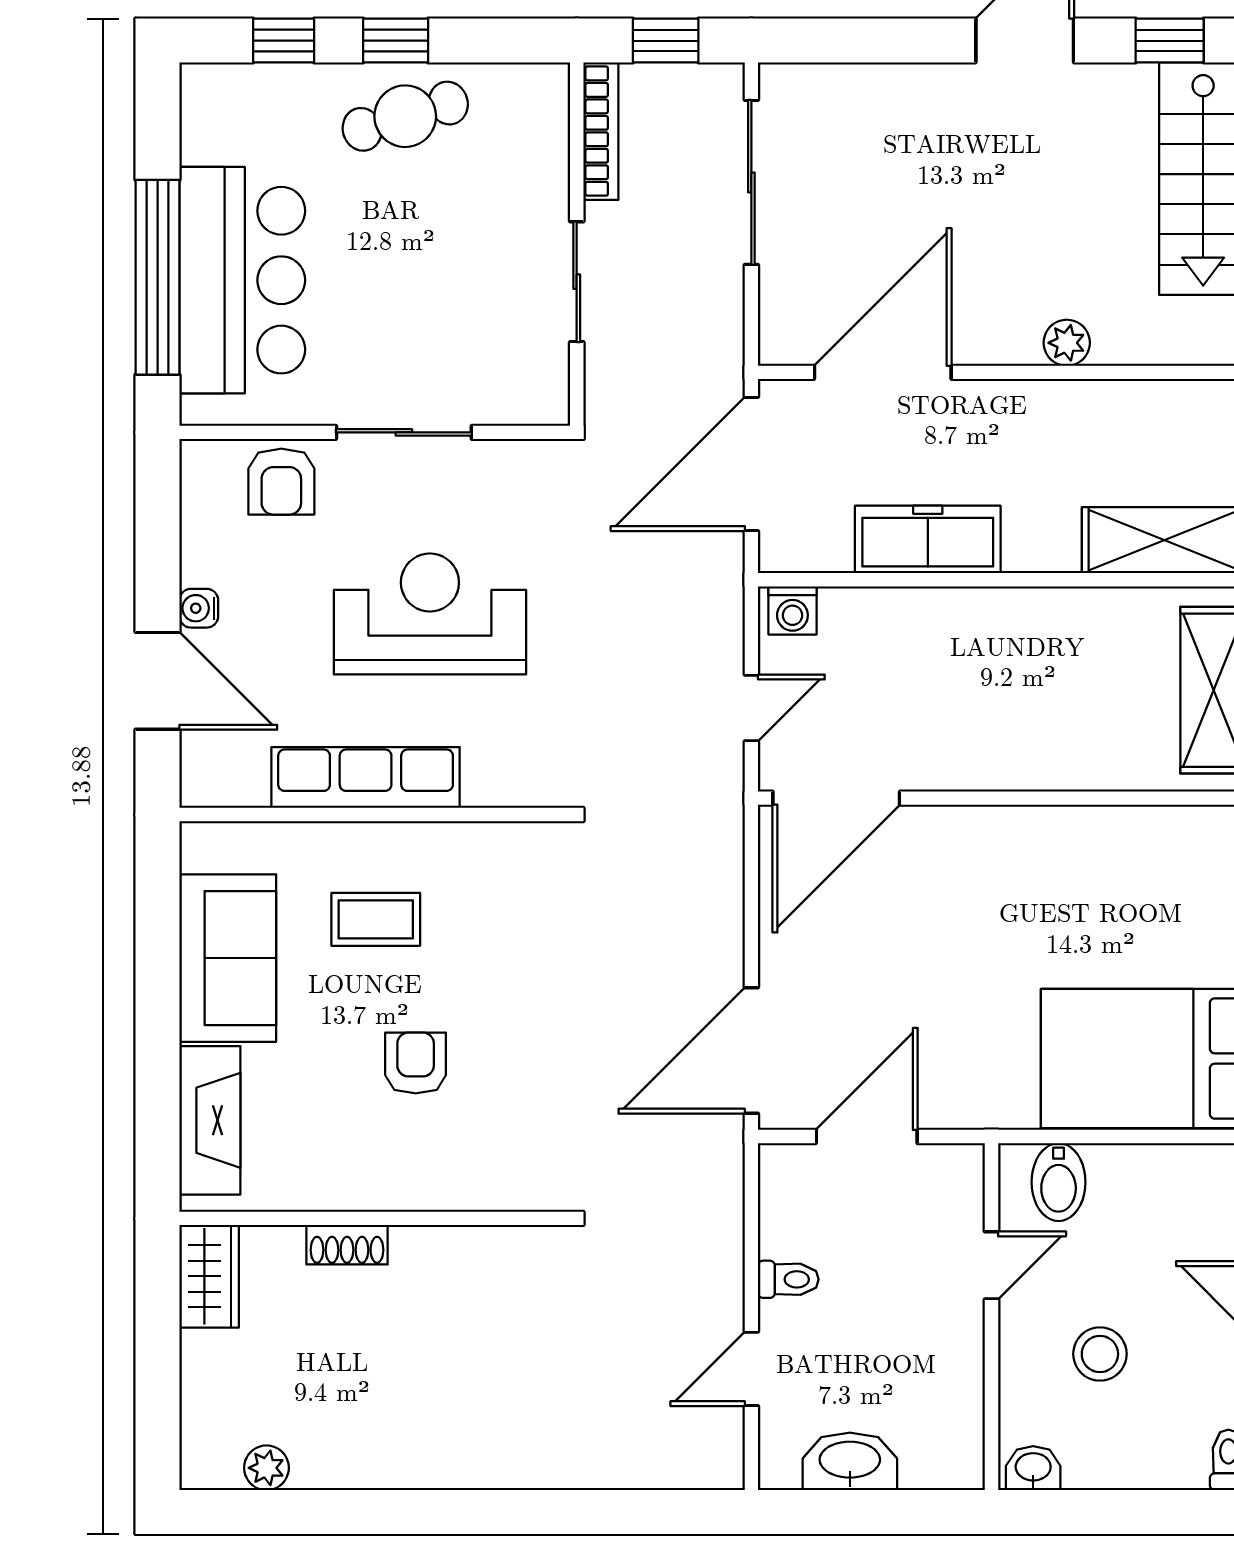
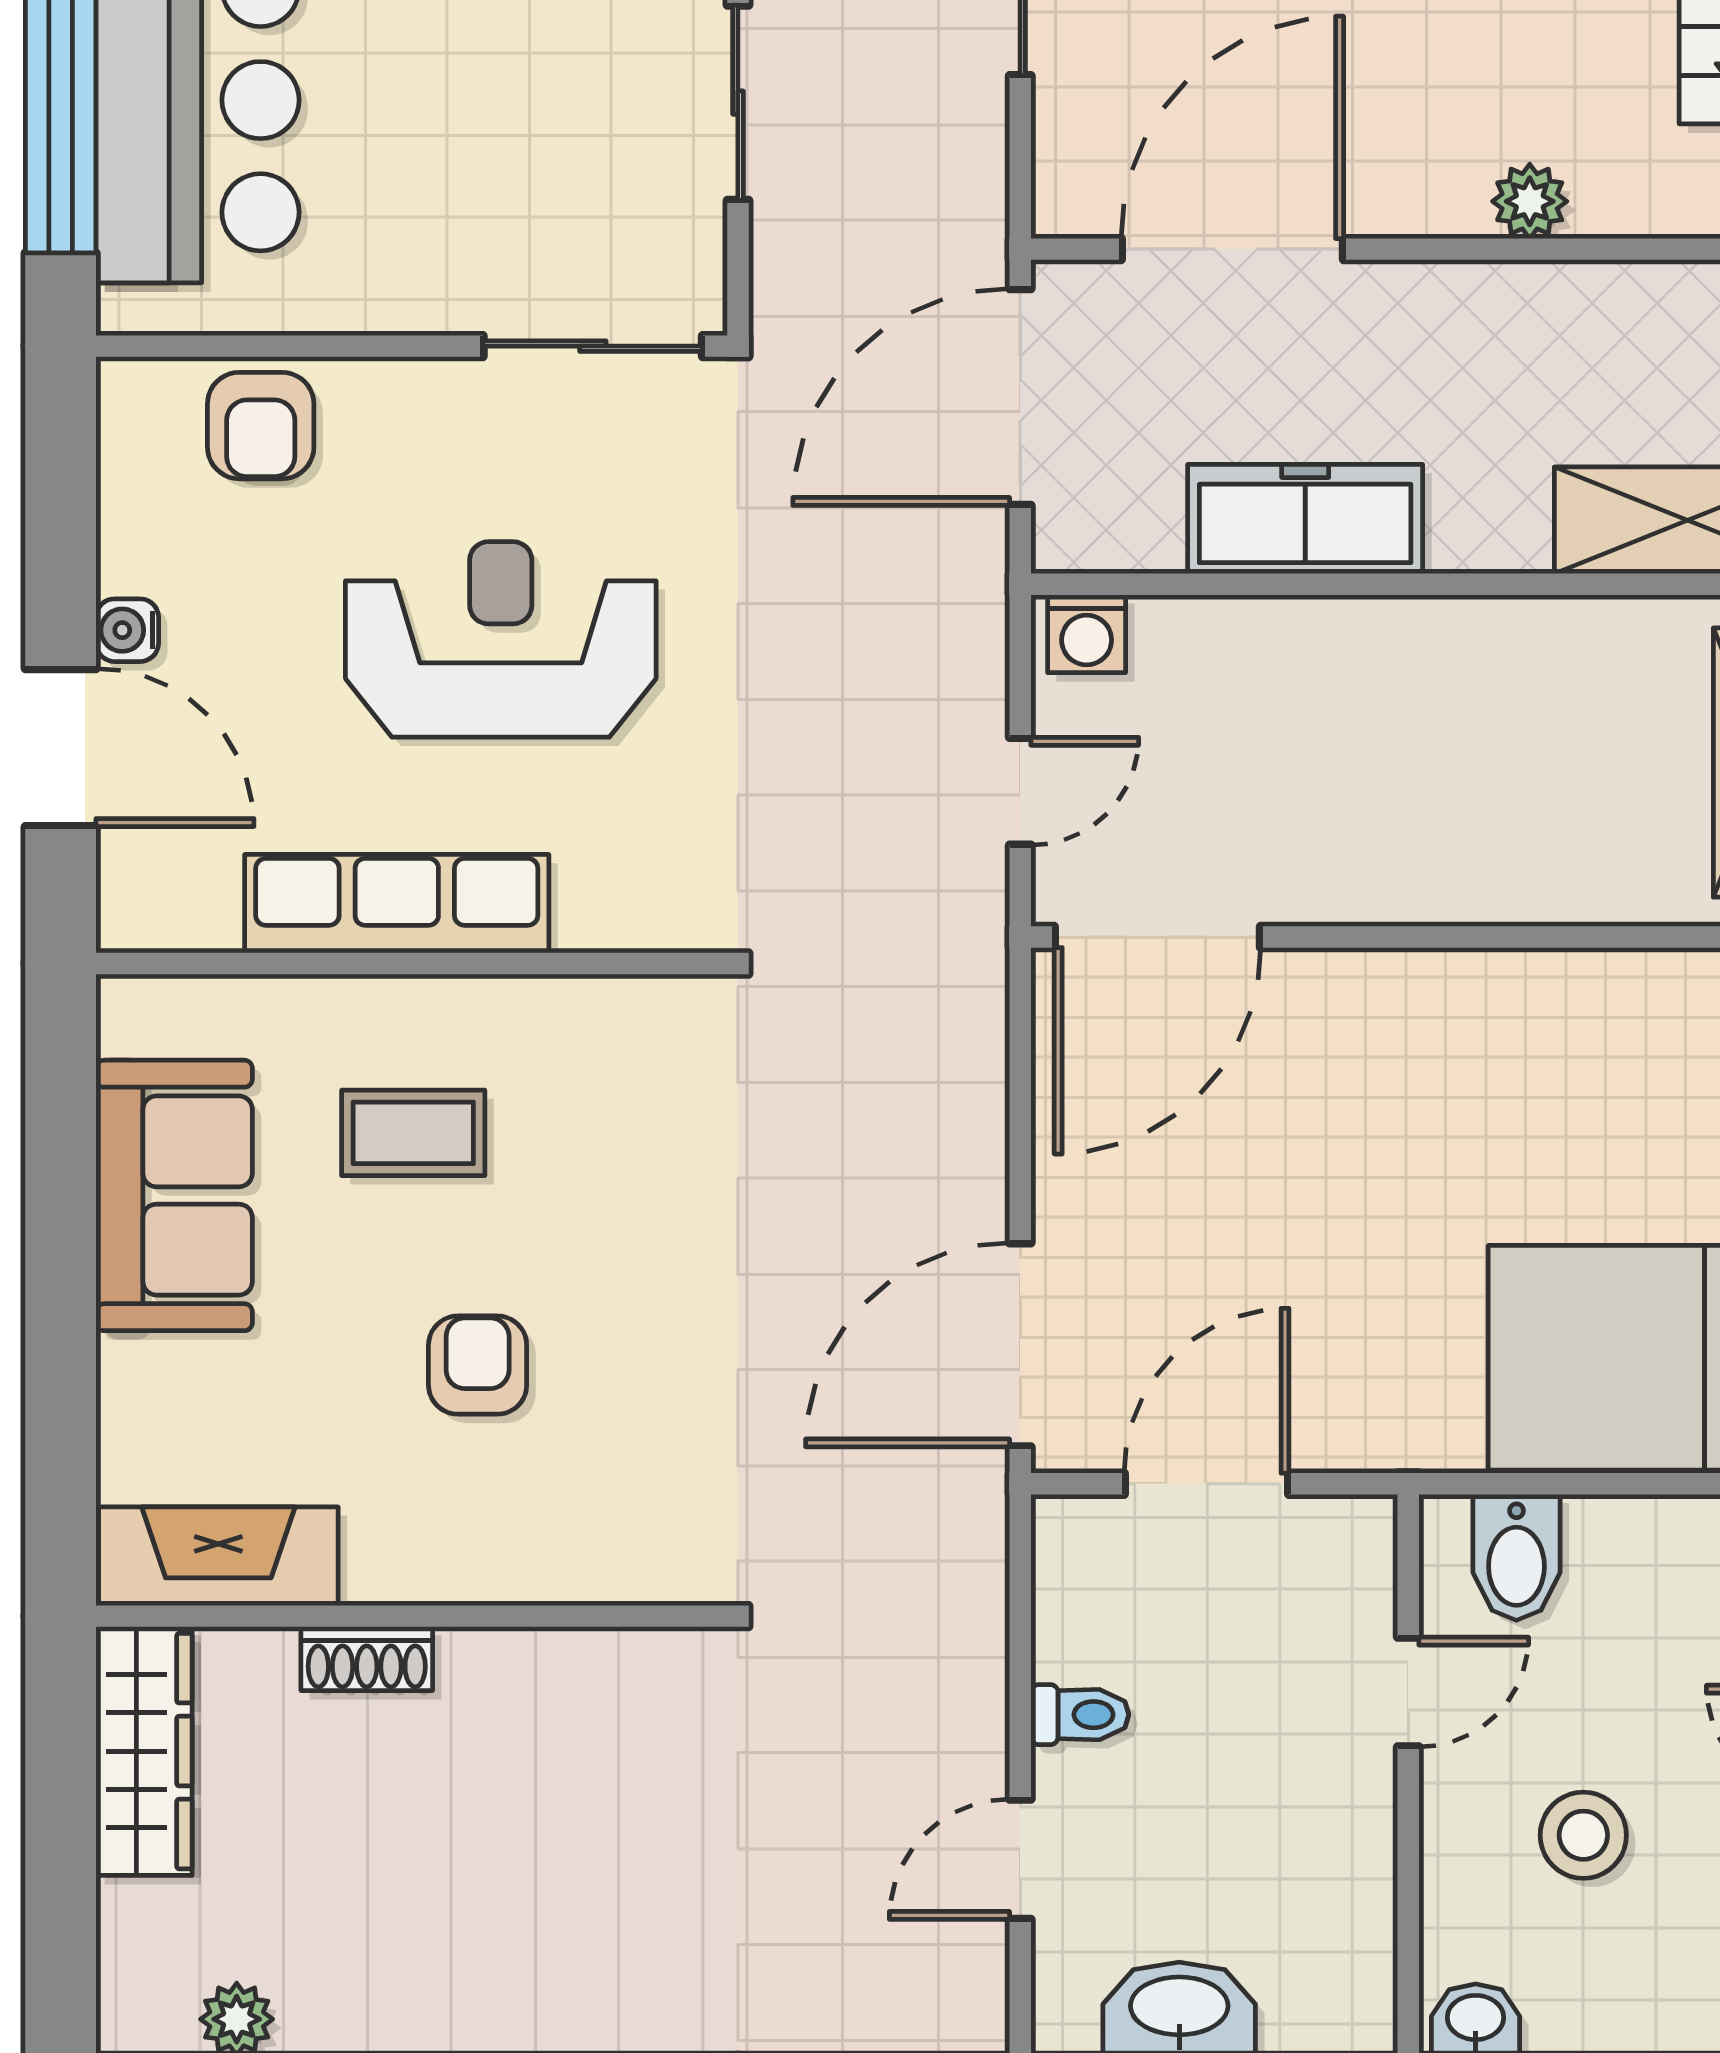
sliding door: (404, 432) -> (593, 346), moved
fireplace: (210, 1120) -> (218, 1556), moved, turned -90
wardrobe: (209, 1276) -> (144, 1751), width x1.50

